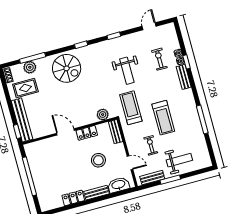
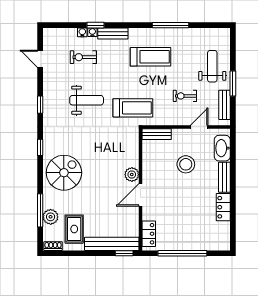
treadmill: (131, 108) -> (133, 108), turned 180
plant: (103, 115) -> (132, 175), moved
treadmill: (163, 118) -> (151, 57), moved
locker: (87, 133) -> (149, 234), moved

